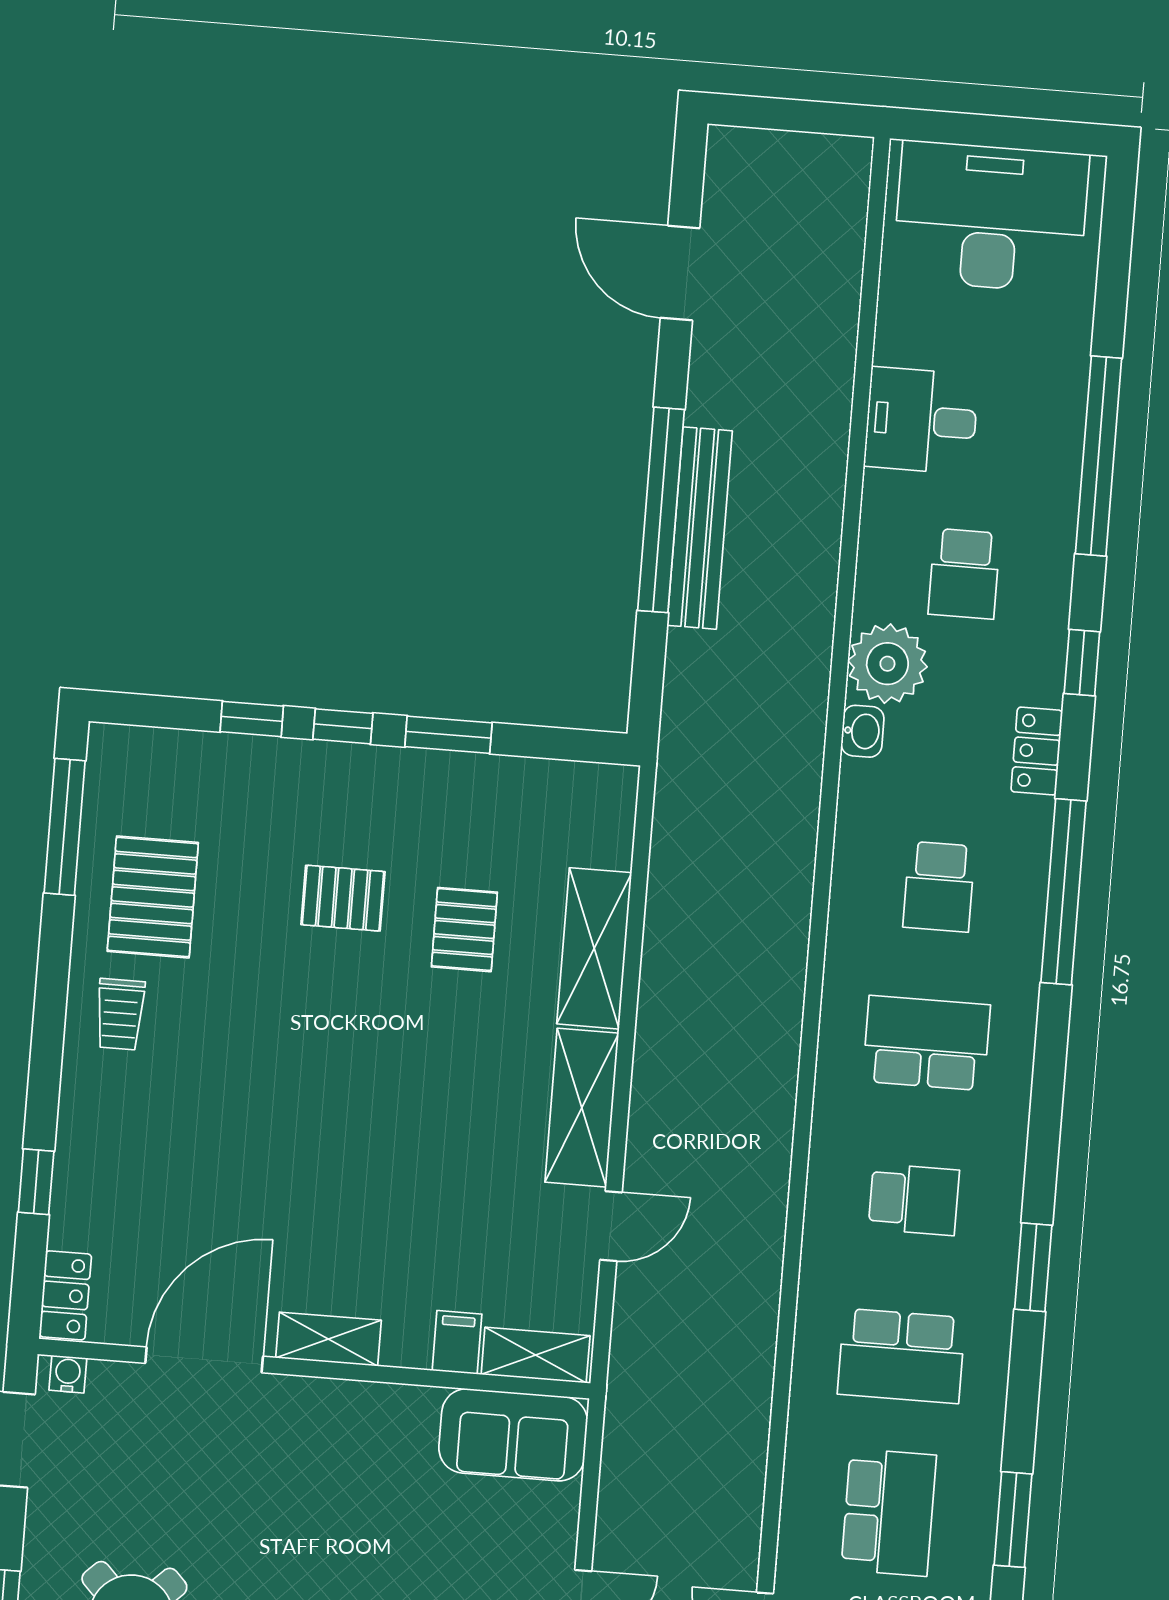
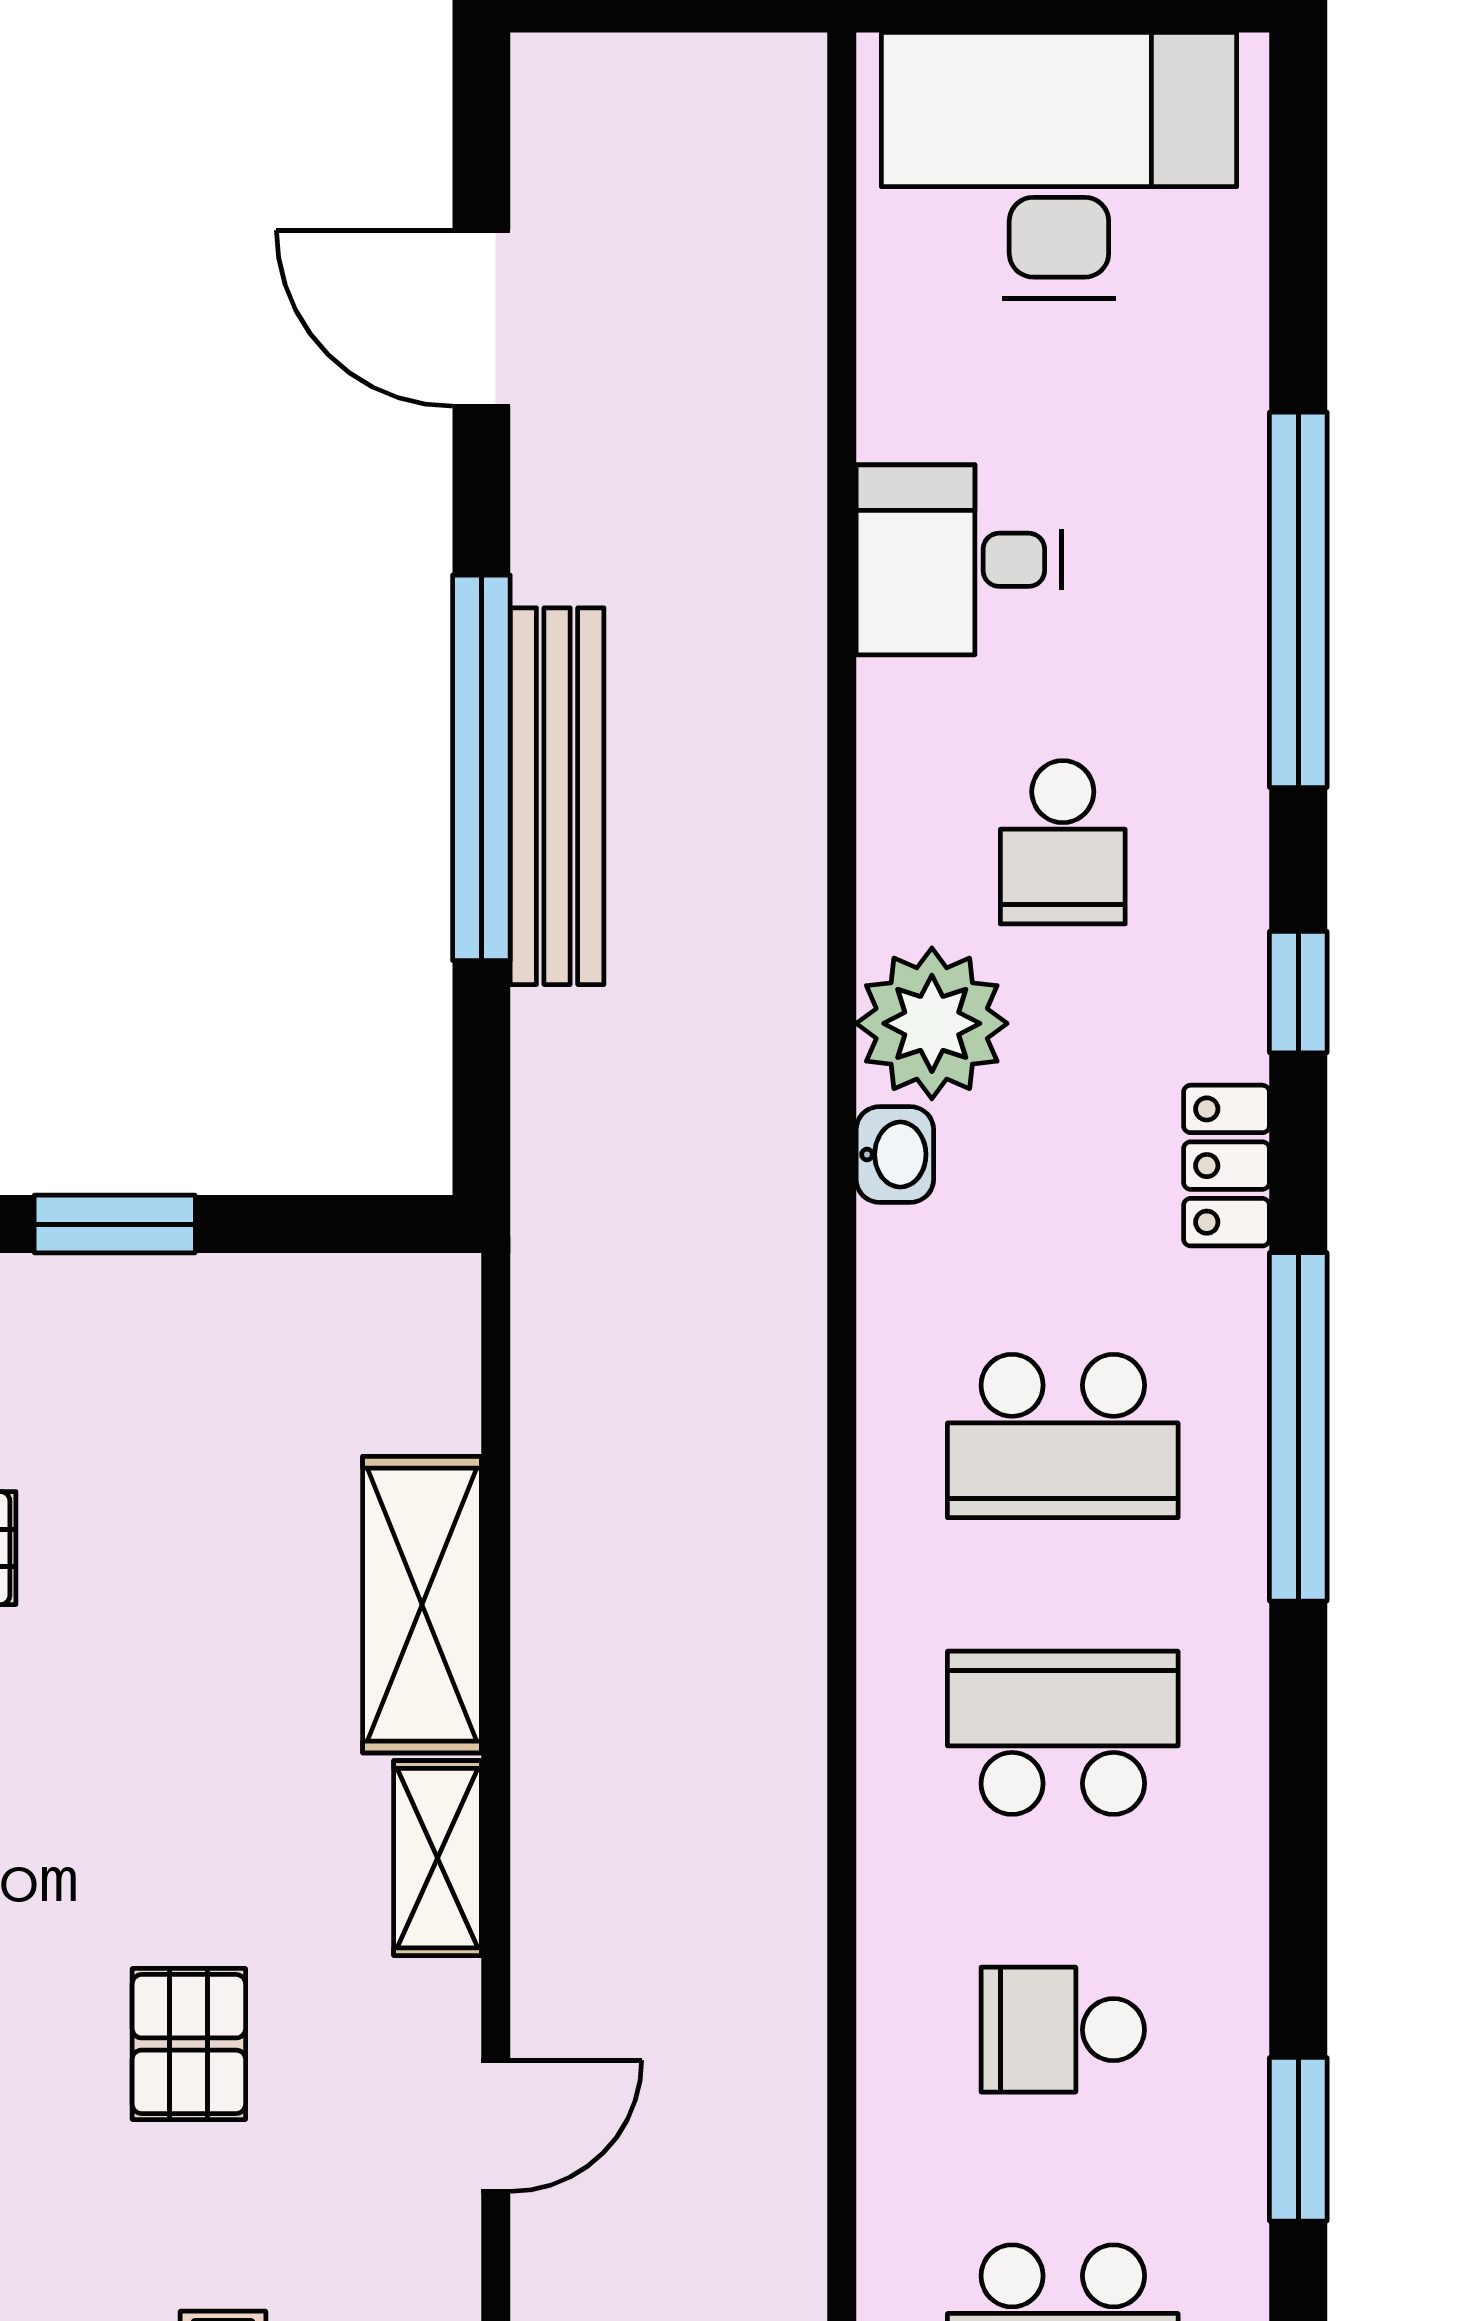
school desk: (939, 887) -> (1063, 1436), width x1.85
pallet: (464, 930) -> (189, 2044), moved
shelving: (582, 1108) -> (438, 1858), width x0.67, depth x0.75
school desk: (914, 1199) -> (1063, 2030), turned 180

